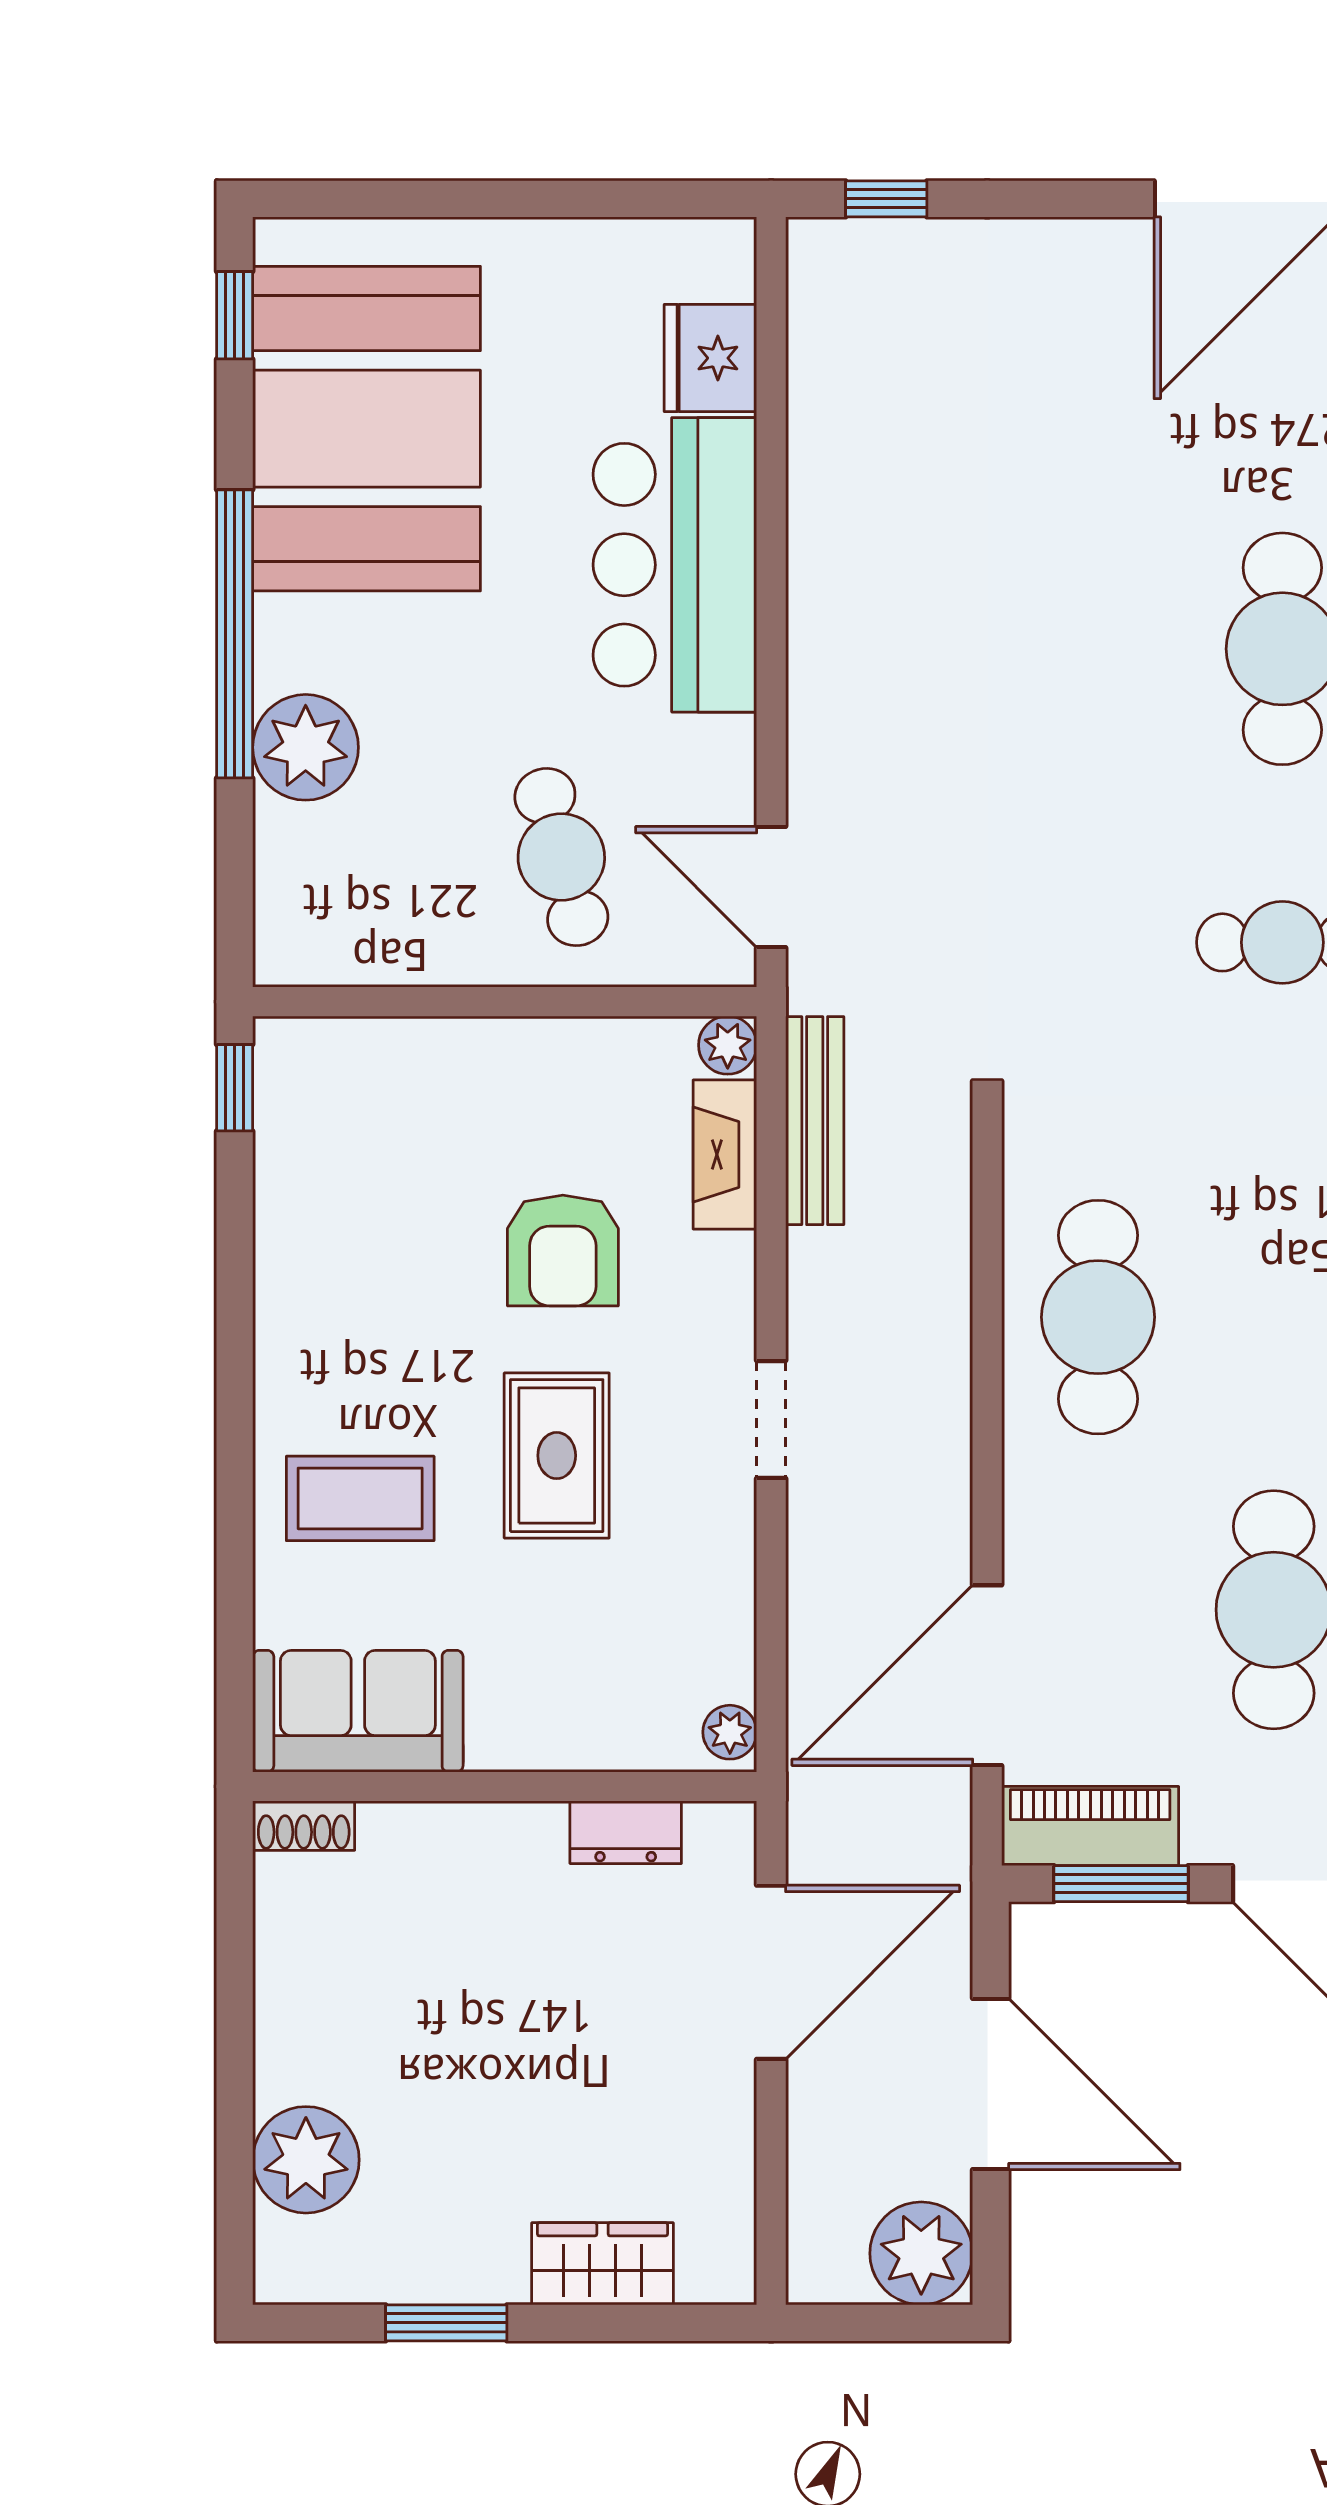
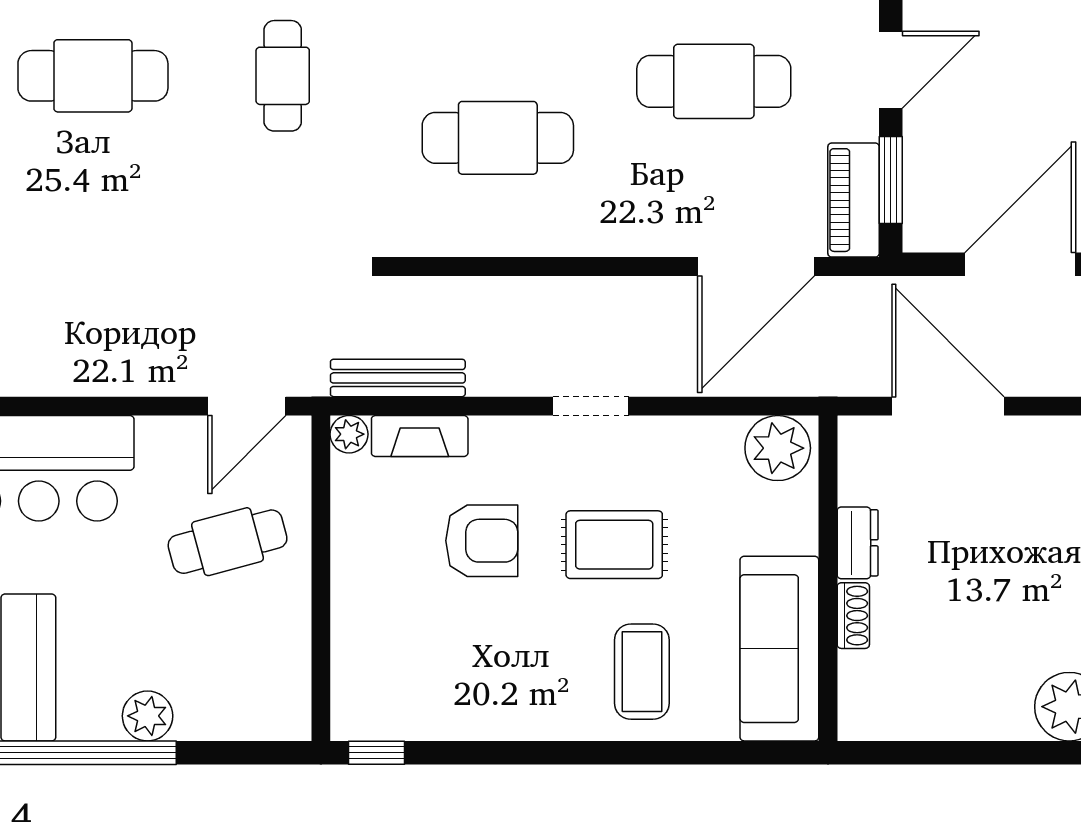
plant: (306, 747) -> (148, 716), width x0.73, depth x0.73
cafe table: (1098, 1317) -> (498, 138), moved
door: (987, 1675) -> (756, 267), hinge flipped
sofa: (358, 1711) -> (779, 649), width x1.36
plant: (730, 1732) -> (778, 448), width x1.87, depth x1.87
shoe rack: (304, 1826) -> (853, 616), moved
dresser: (626, 1832) -> (858, 543), moved

